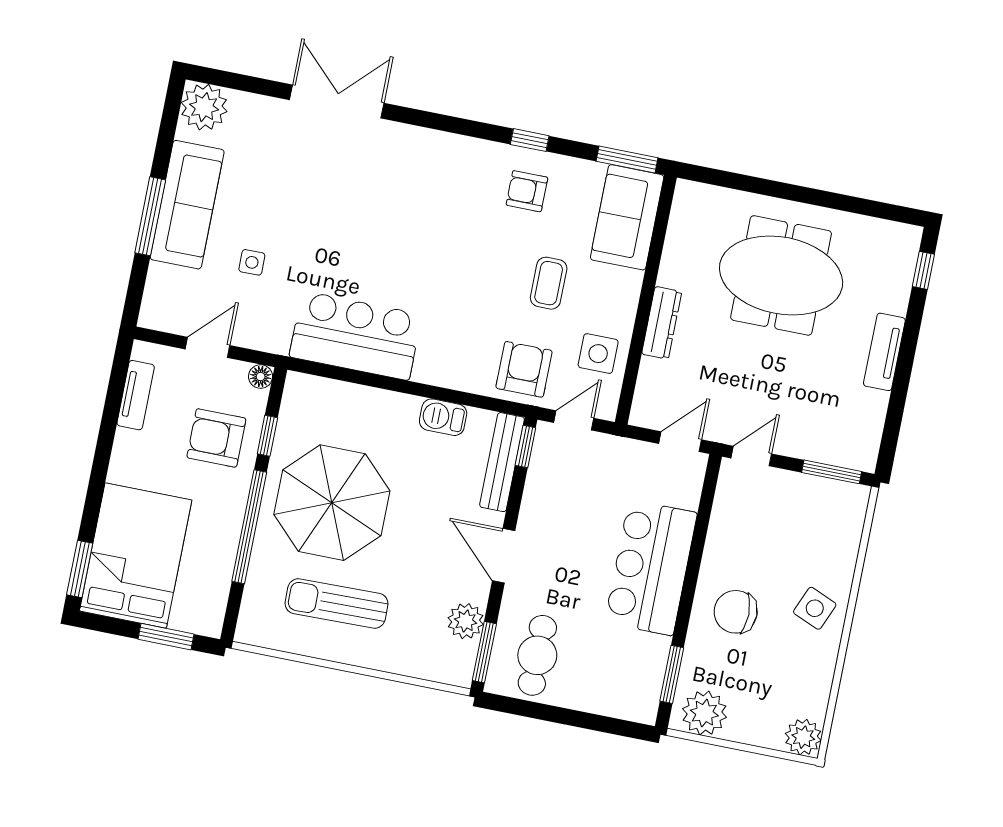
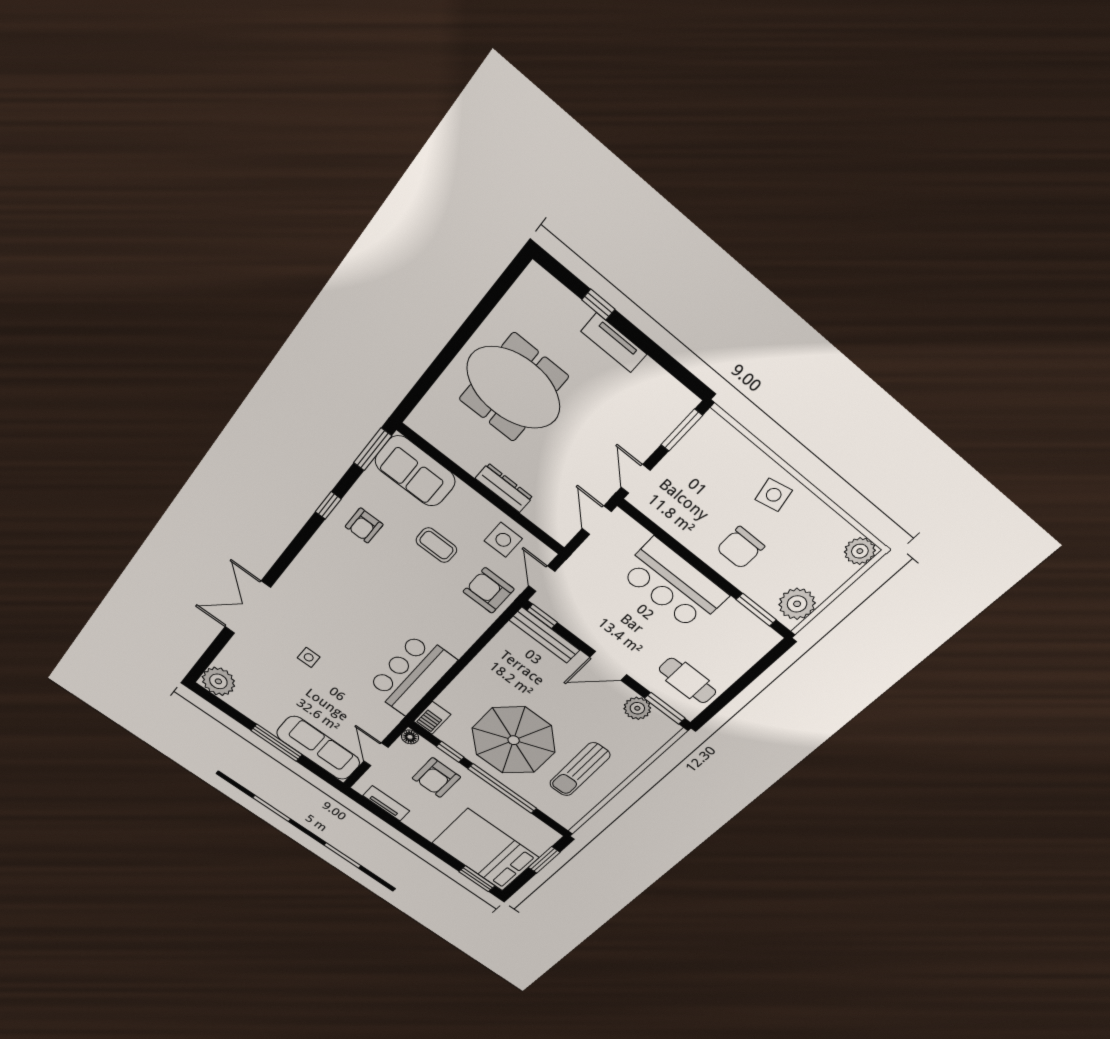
sofa: (187, 205) -> (318, 748), moved
side table: (252, 262) -> (309, 657), moved
window: (923, 270) -> (598, 304), moved
meeting table: (781, 275) -> (513, 388), turned 90
barbecue: (443, 417) -> (432, 718), moved
side table: (815, 608) -> (774, 495), turned -35

